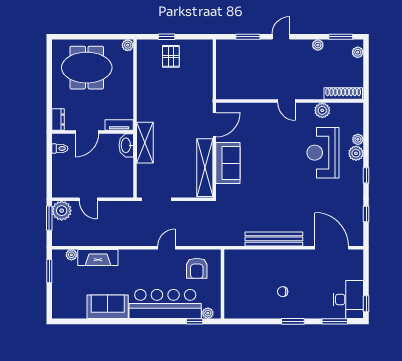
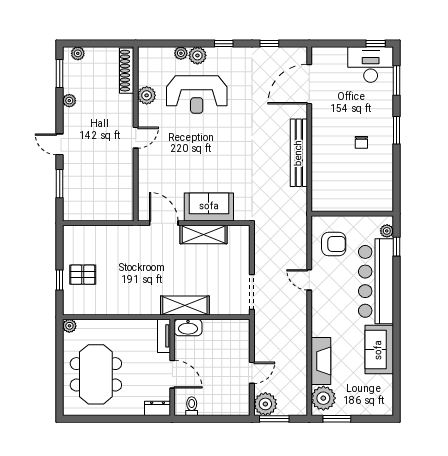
shelving: (205, 168) -> (204, 234), width x0.68
plant: (71, 255) -> (323, 398), width x1.87, depth x1.87

